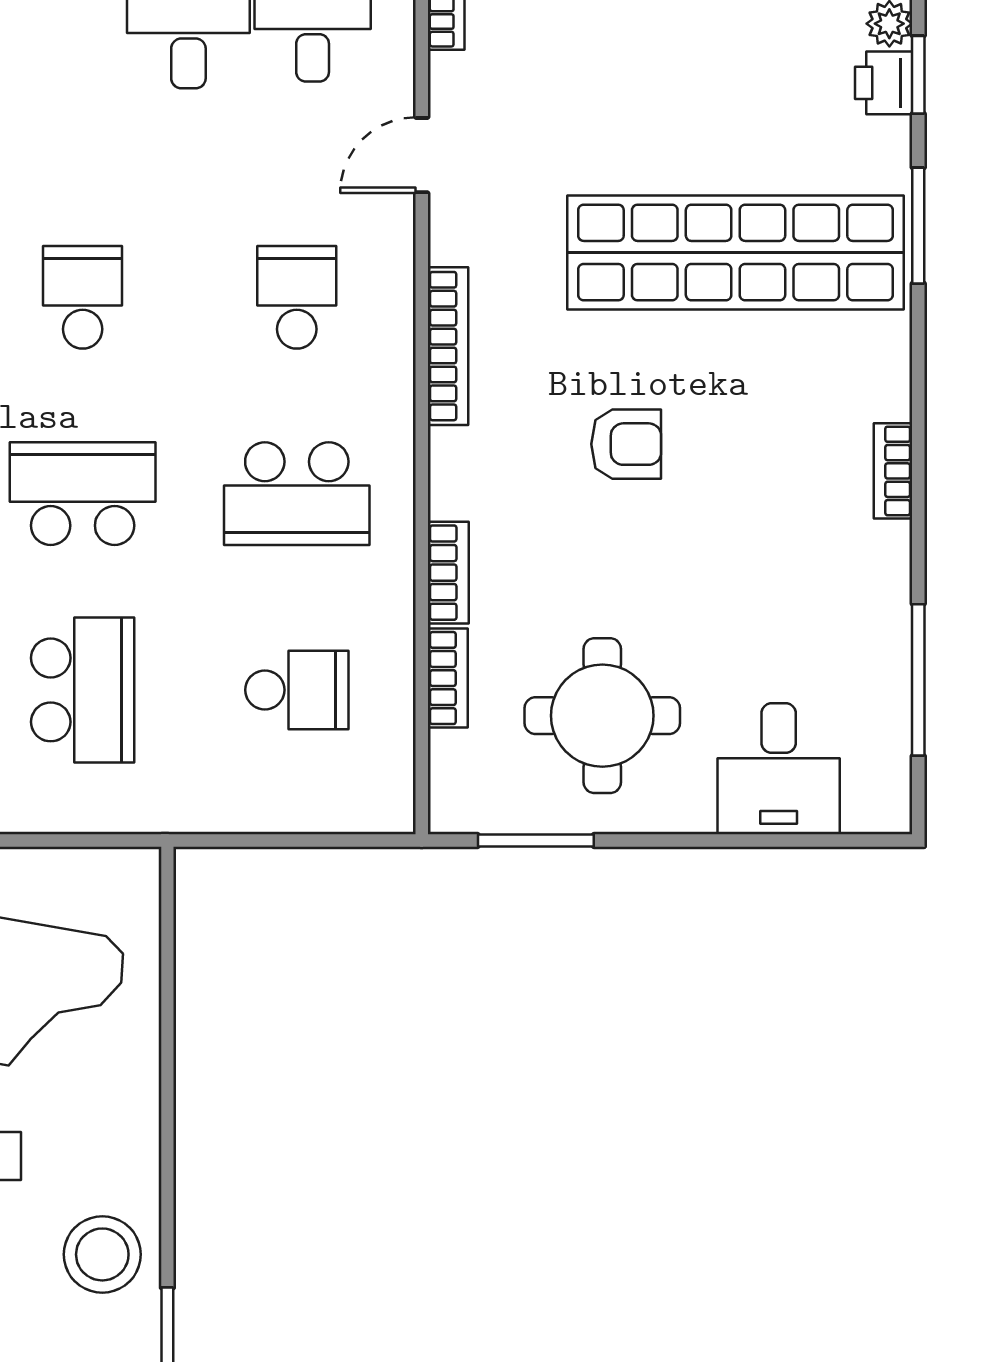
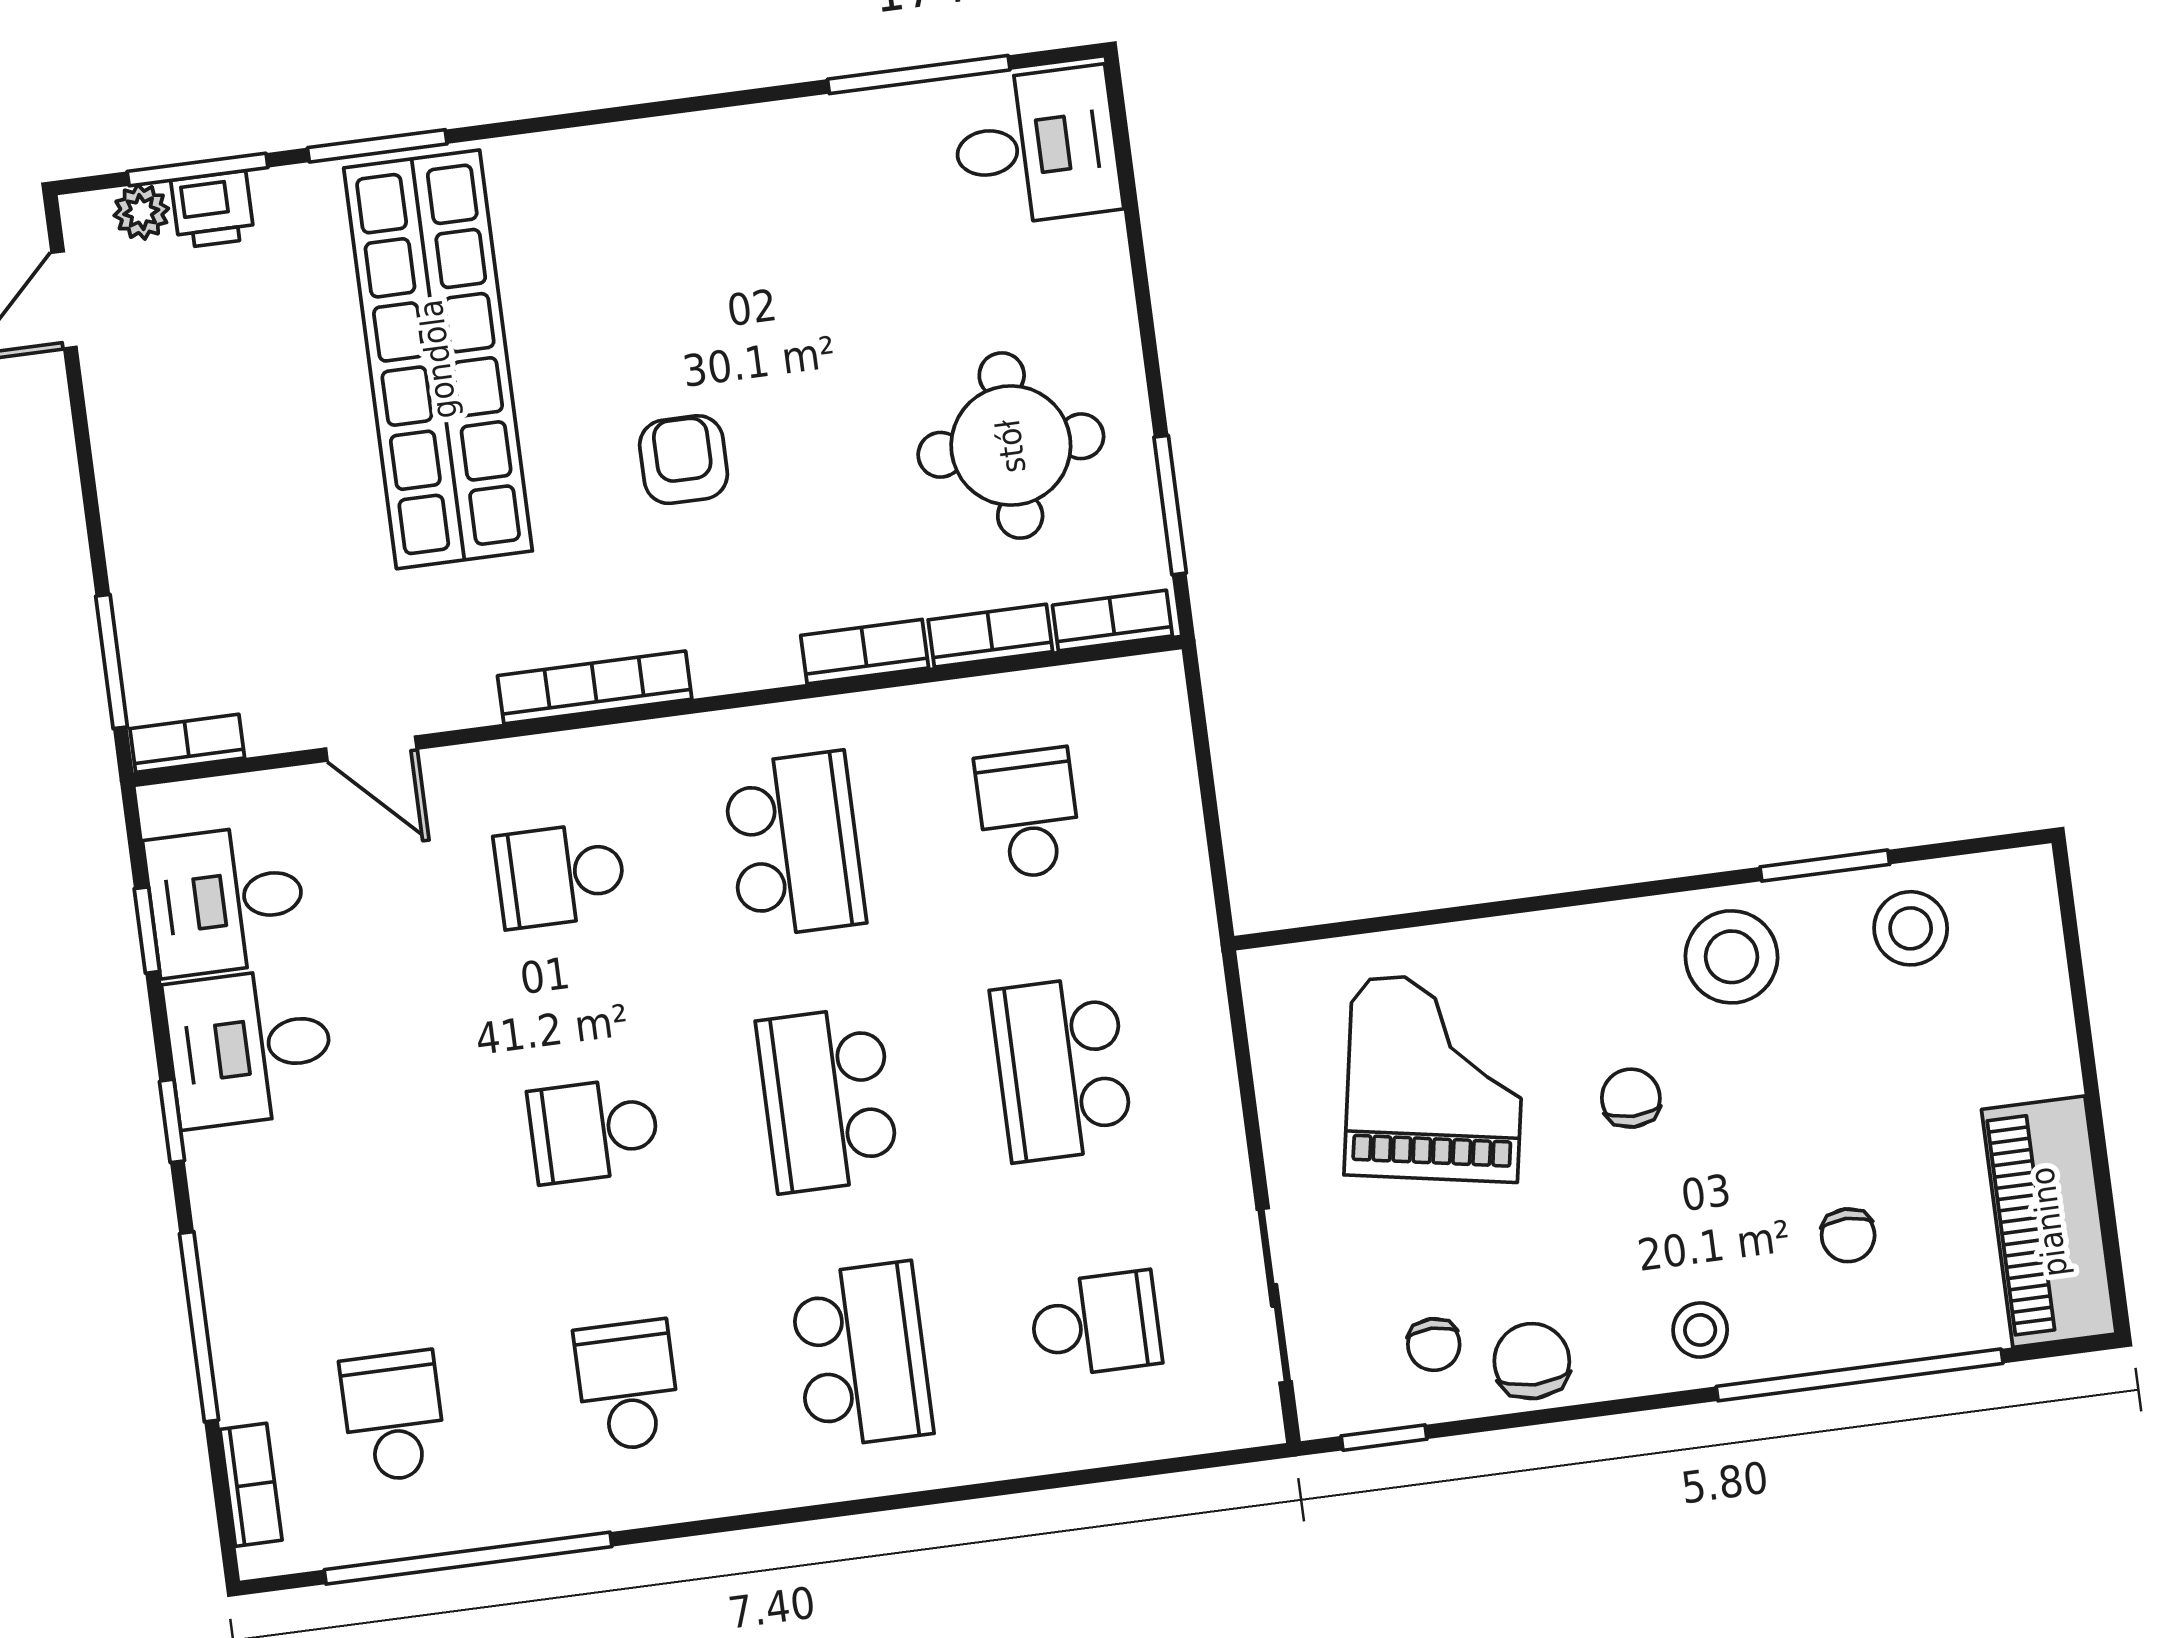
window: (918, 75) -> (198, 169), width x1.50
bookcase: (893, 471) -> (1112, 621), moved, turned 180
school desk: (83, 690) -> (1062, 1069), turned -90
desk: (779, 769) -> (1036, 147), moved

